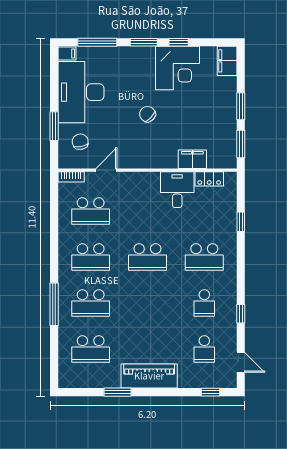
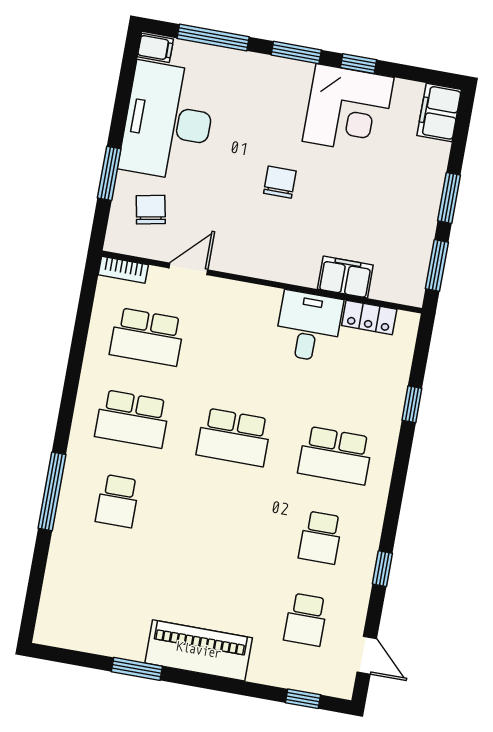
chair: (147, 114) -> (280, 182), turned 45
school desk: (91, 303) -> (118, 501), width x0.54
school desk: (91, 349) -> (103, 583), removed

